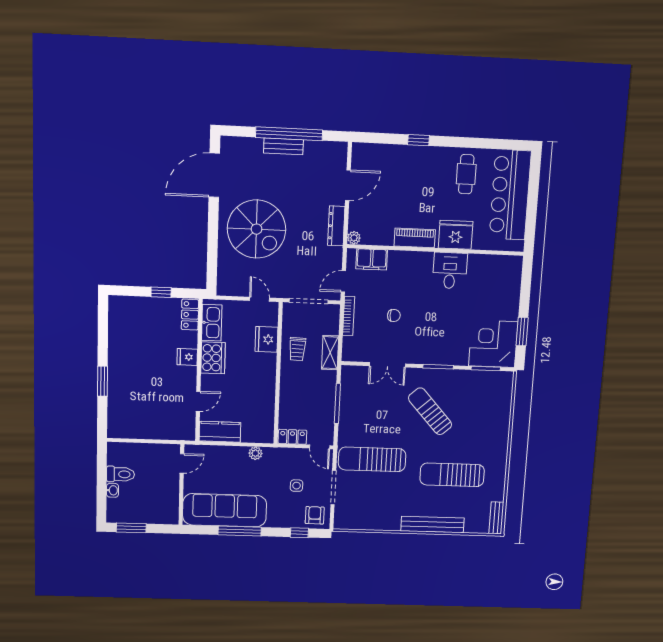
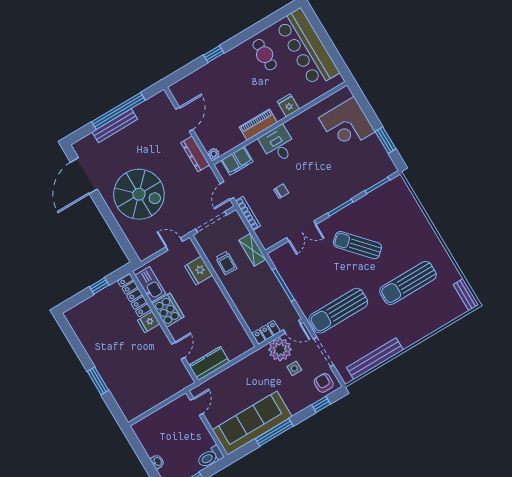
bench: (283, 146) -> (115, 126), width x1.36
fridge: (456, 235) -> (288, 105), width x0.53, depth x0.75
desk: (450, 271) -> (278, 144), moved
locker: (190, 315) -> (135, 295), width x1.53
corner desk: (493, 344) -> (347, 125), moved, turned -90
plant: (255, 453) -> (280, 349), moved, width x1.88, depth x1.88
toilet: (120, 474) -> (210, 457), moved, turned 180
bench: (432, 525) -> (375, 359), moved

